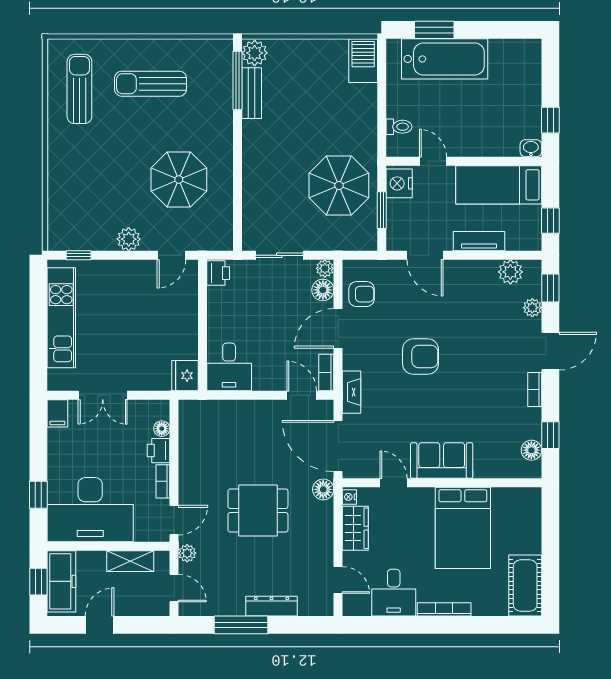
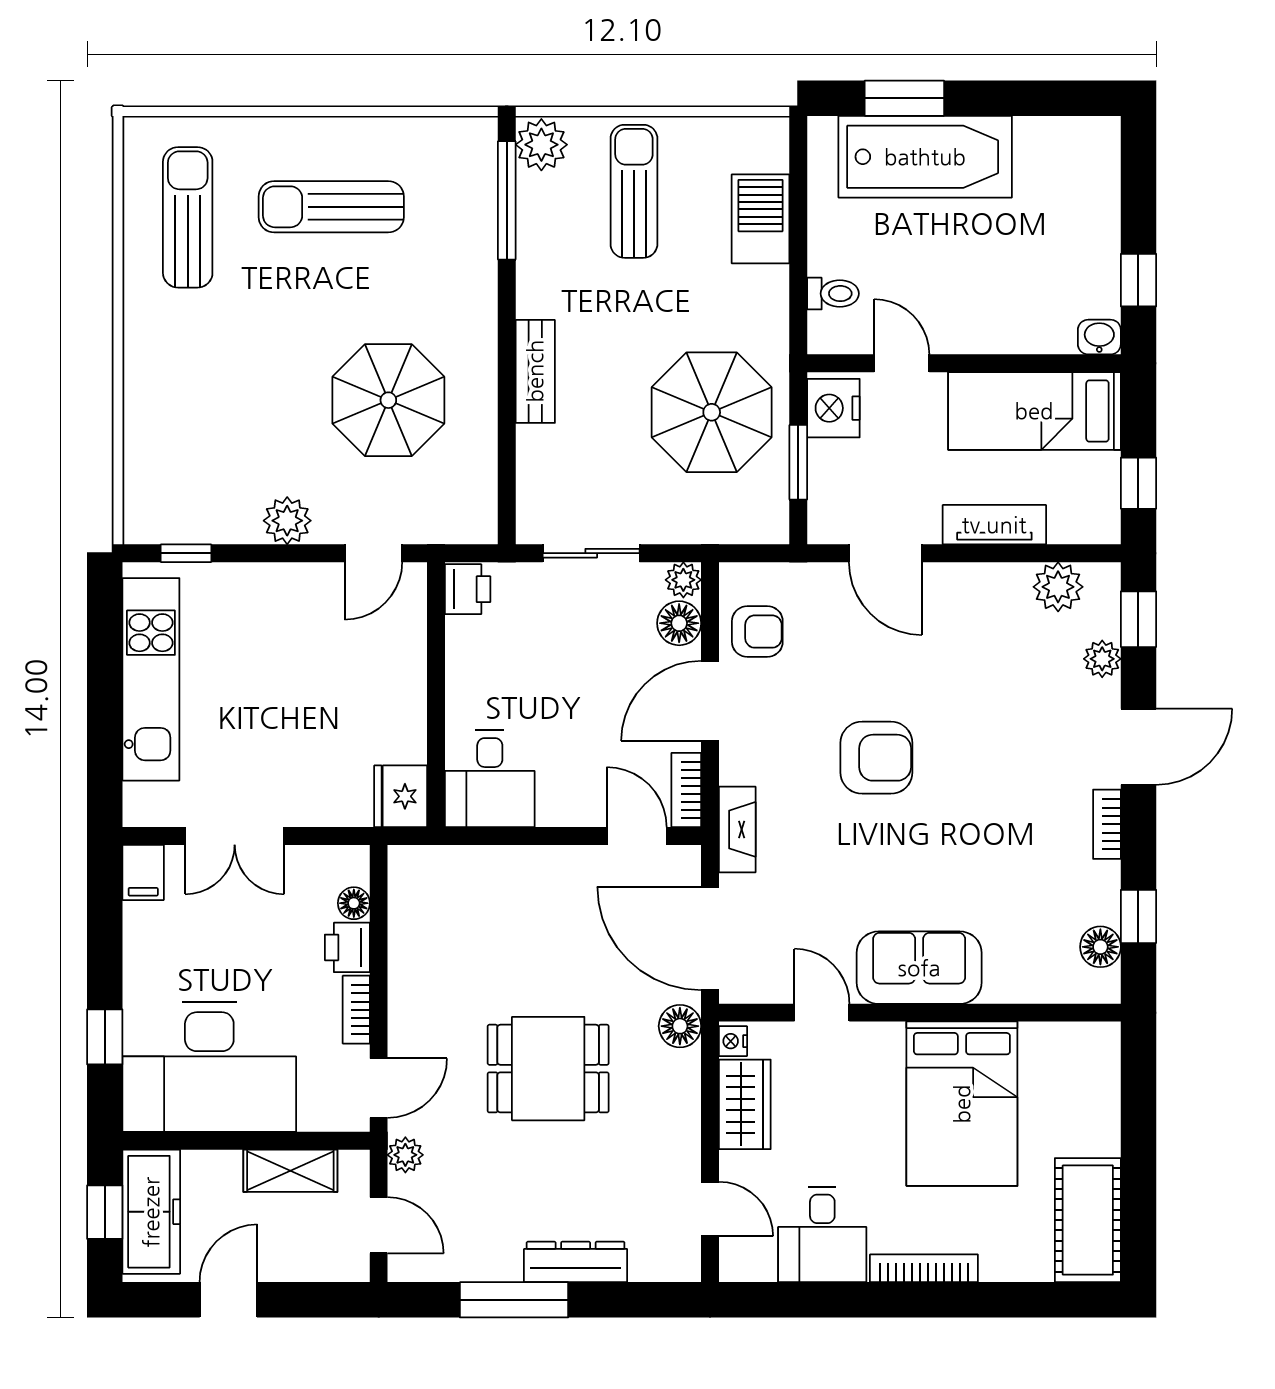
barbecue: (363, 61) -> (761, 219), moved
sun lounger: (300, 76) -> (634, 191), added
bench: (252, 93) -> (535, 371), moved

